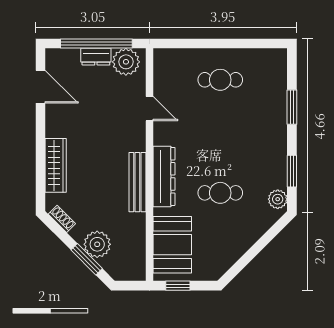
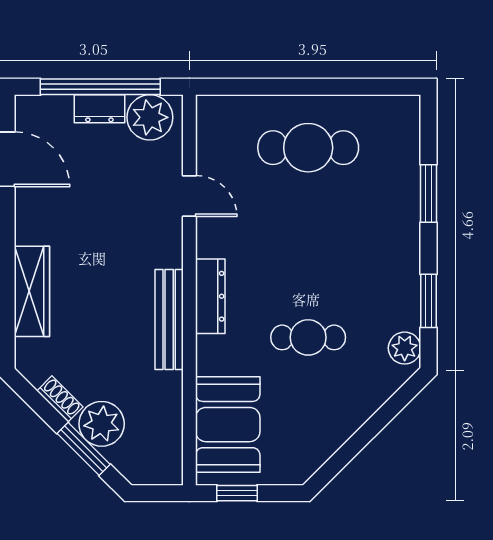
cafe table: (220, 80) -> (308, 148), width x1.37, depth x1.35
dresser: (164, 176) -> (210, 296), width x0.73, depth x0.80
shoe rack: (62, 219) -> (60, 399), moved

